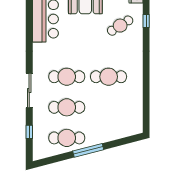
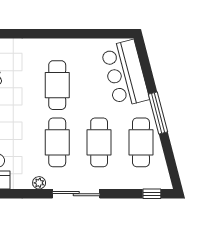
plant: (37, 63) -> (39, 183), added
bar counter: (117, 126) -> (125, 74), added
window: (29, 132) -> (152, 194), moved

